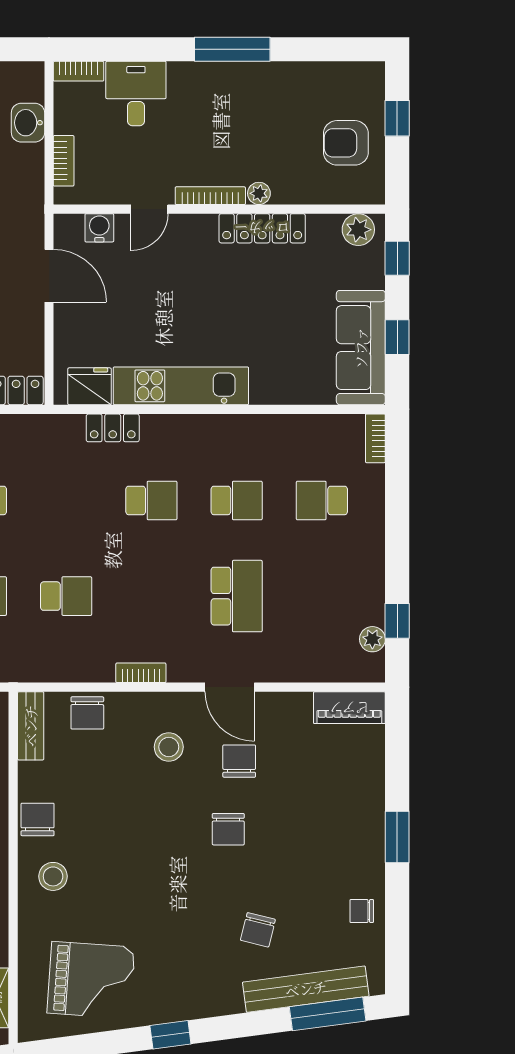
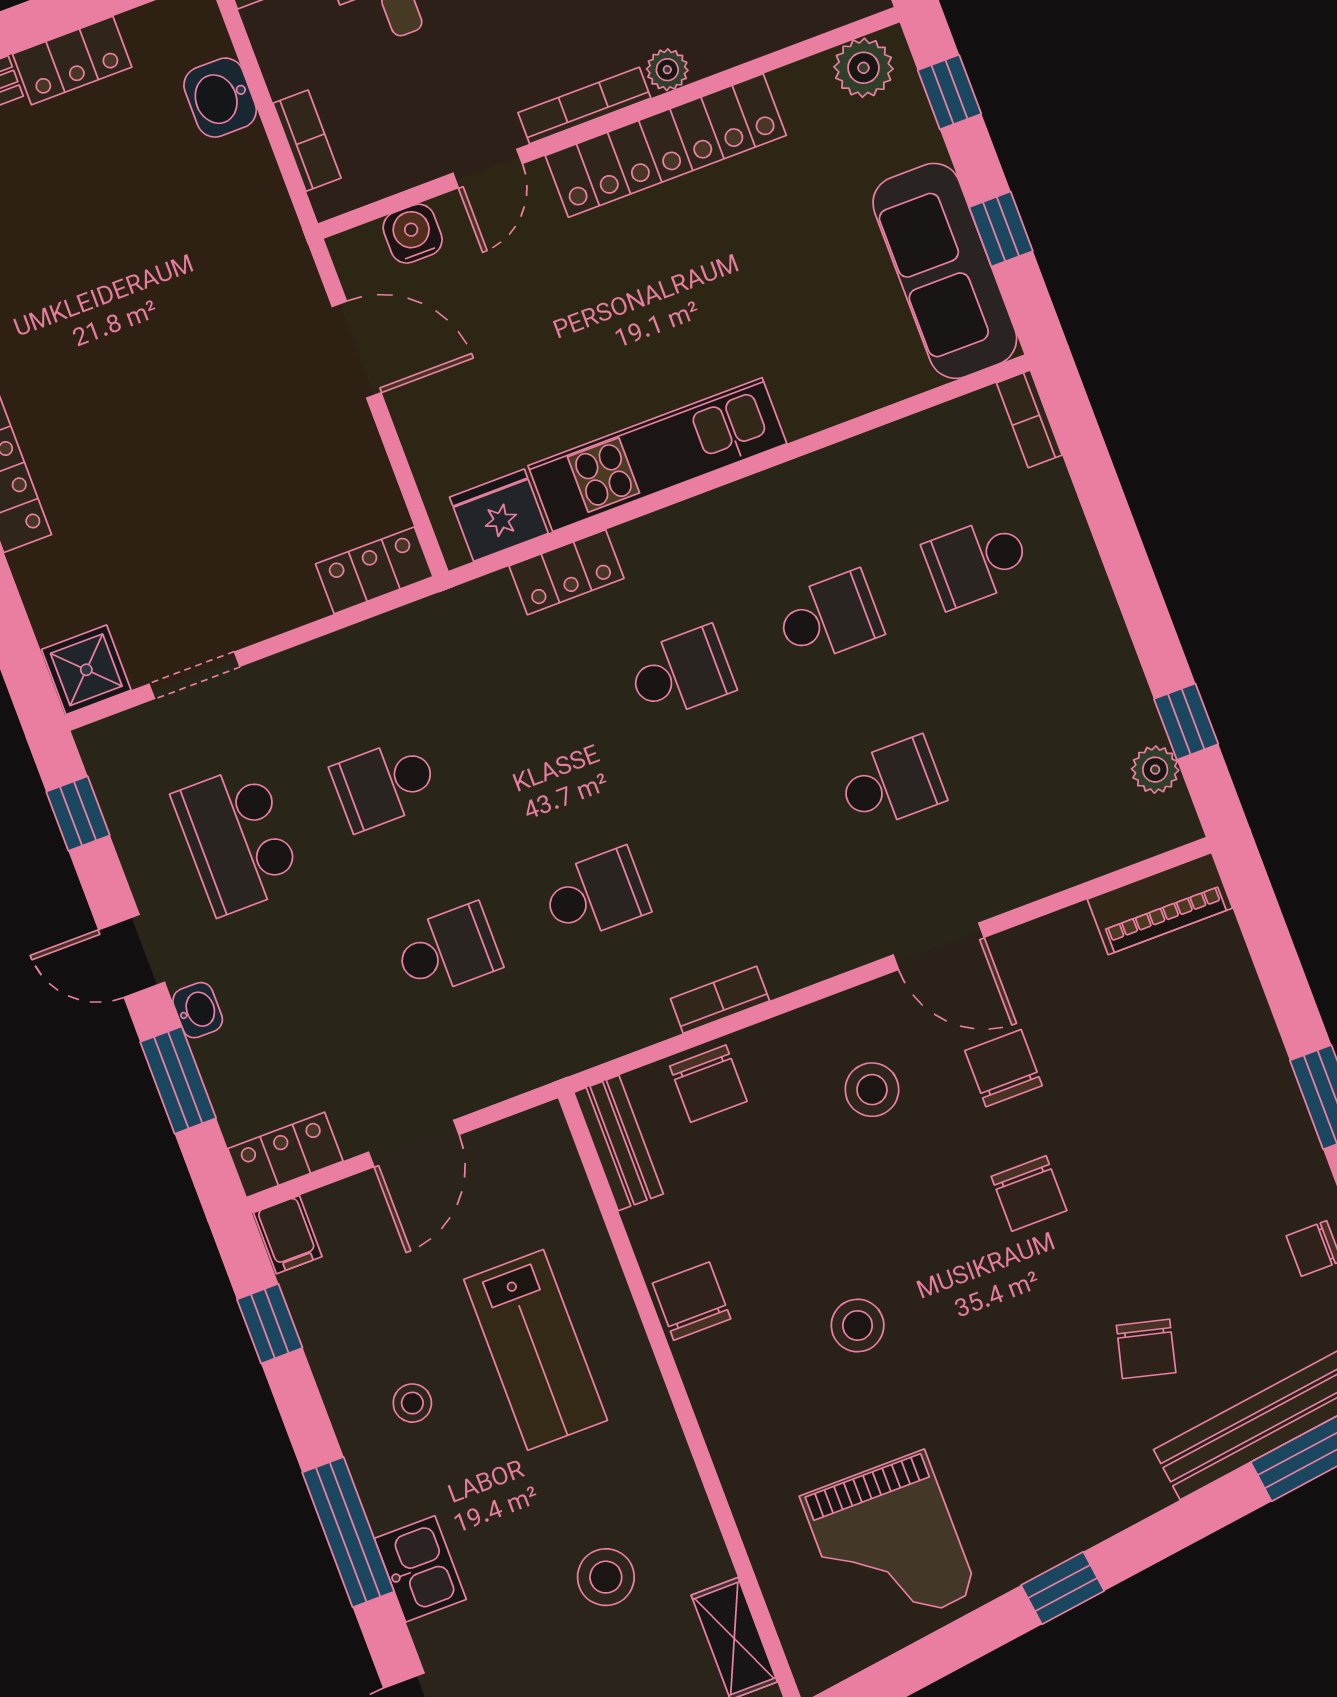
locker: (262, 228) -> (666, 146), width x1.41, depth x1.21
school desk: (237, 596) -> (891, 783), width x0.54
bookcase: (141, 673) -> (720, 1000), moved
stool: (53, 876) -> (858, 1325), moved
grand piano: (91, 980) -> (889, 1545), turned 86

